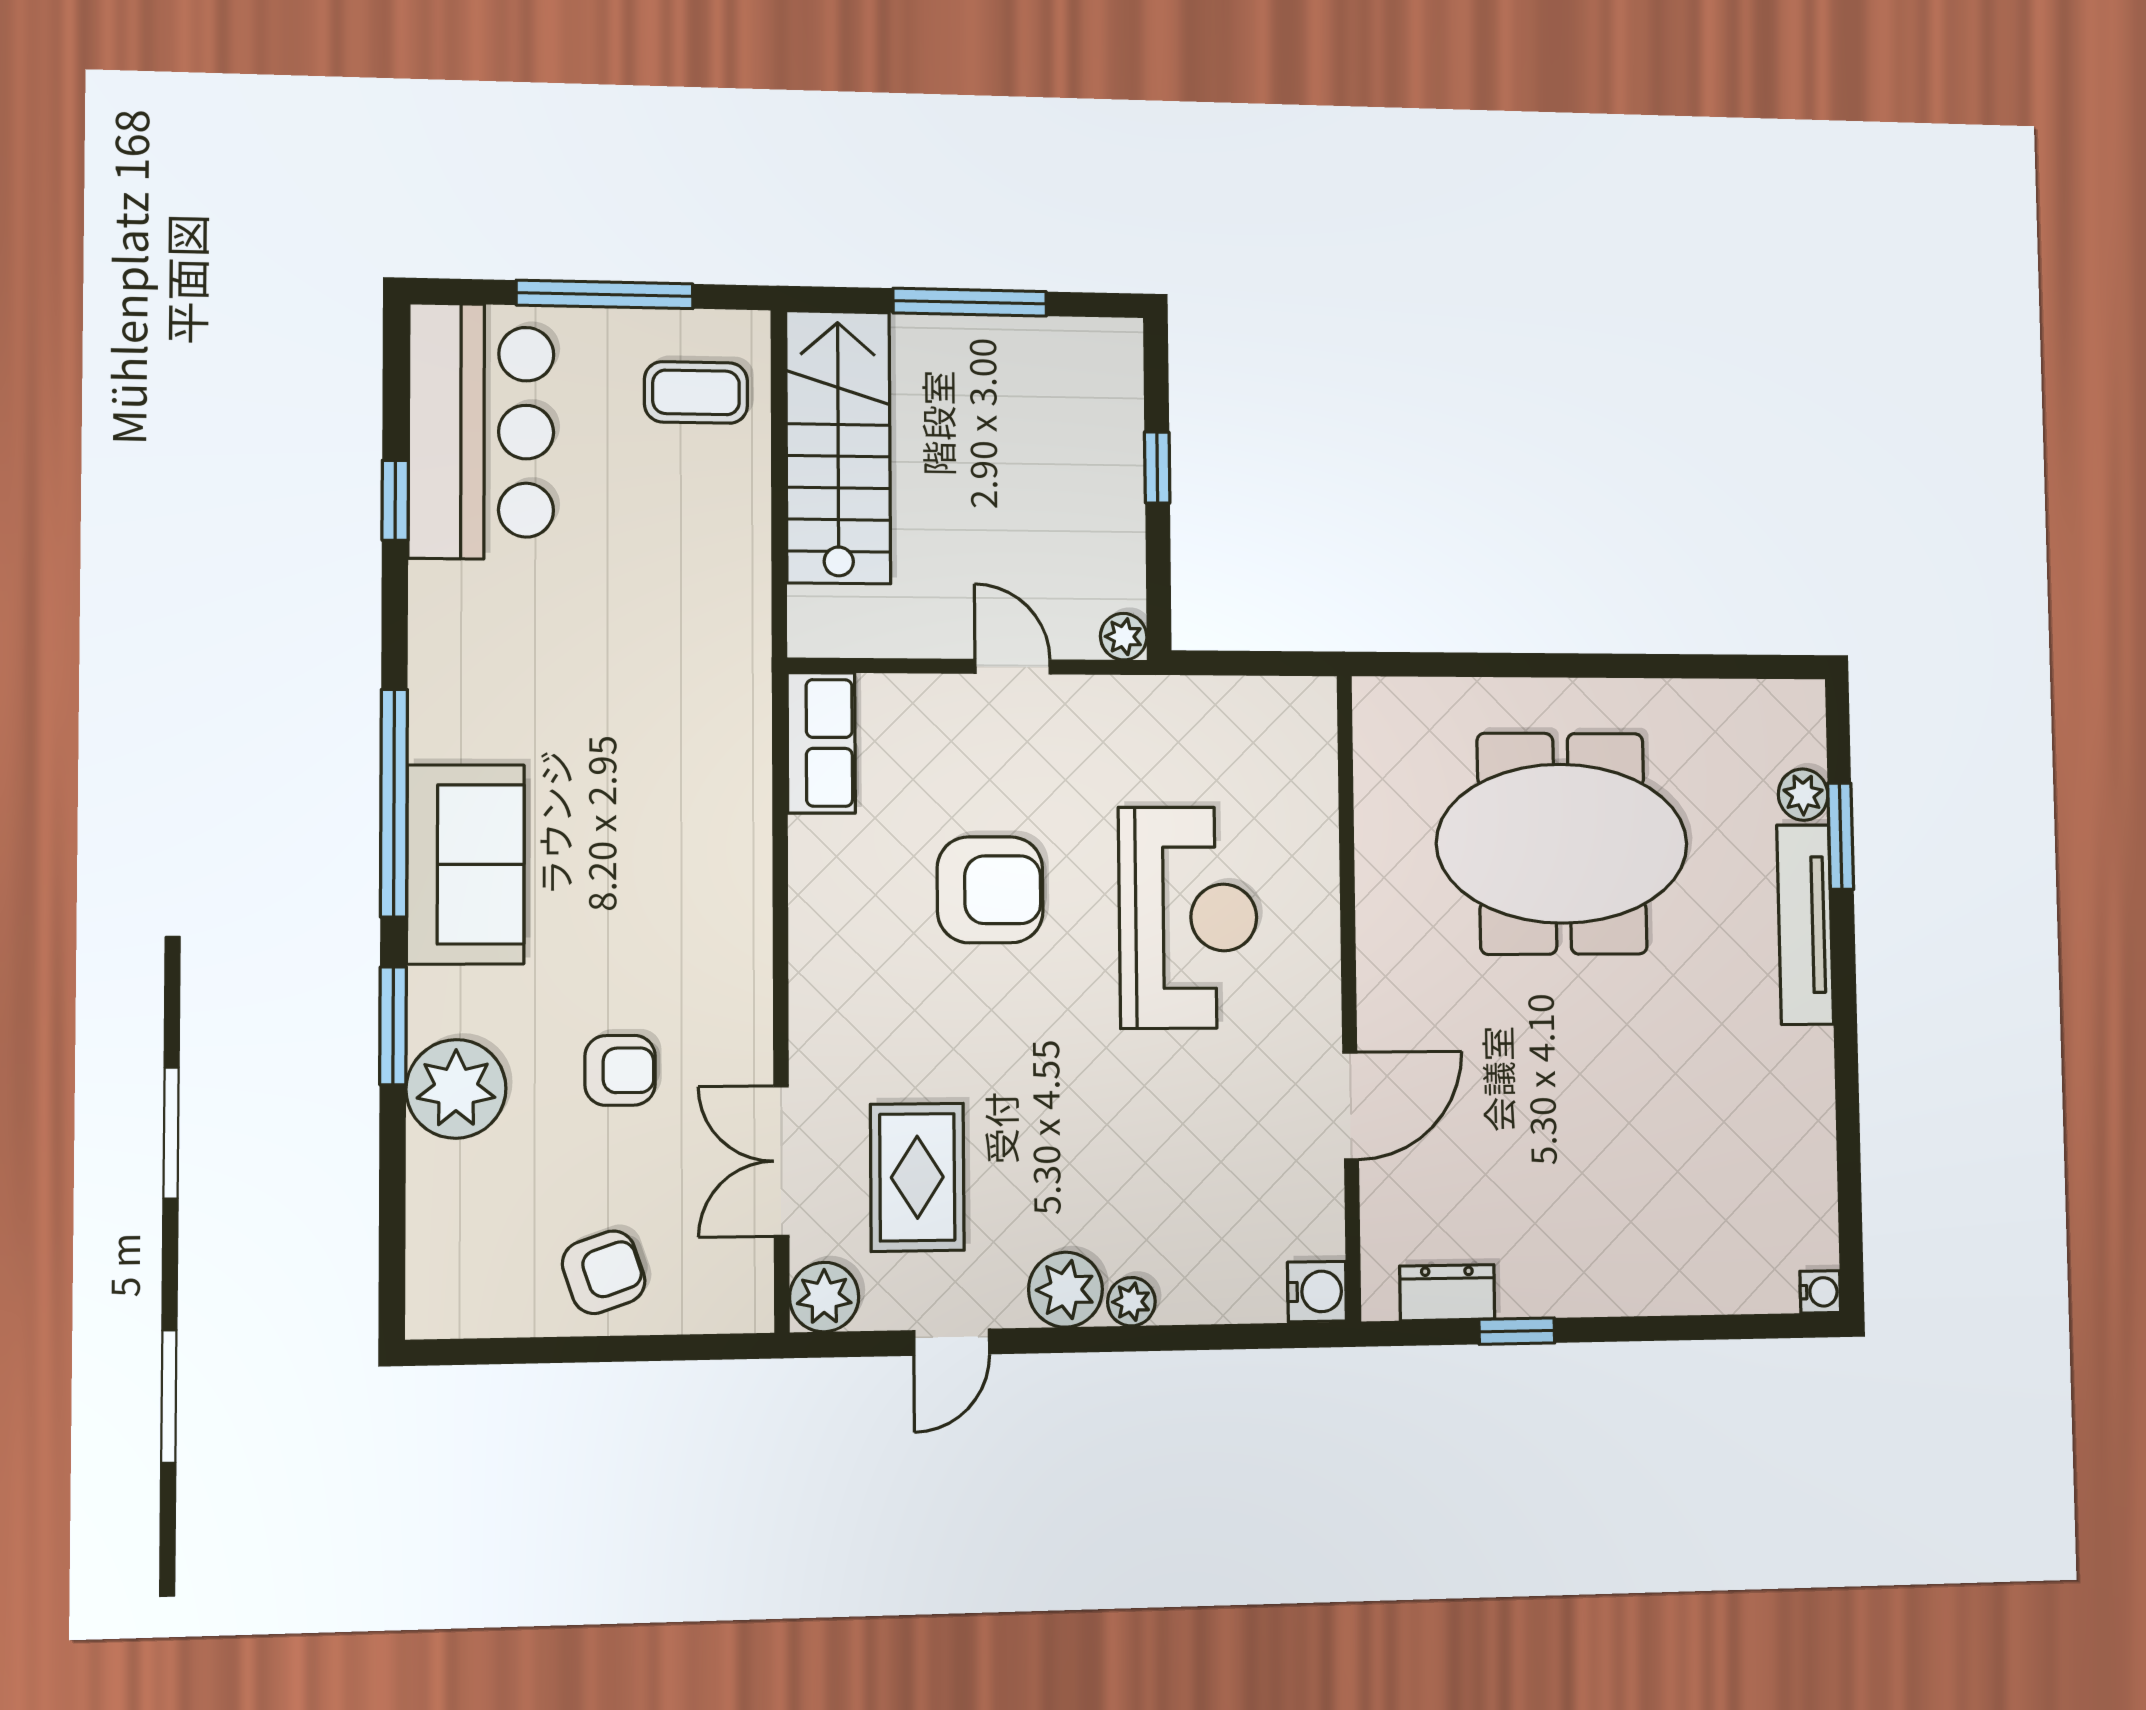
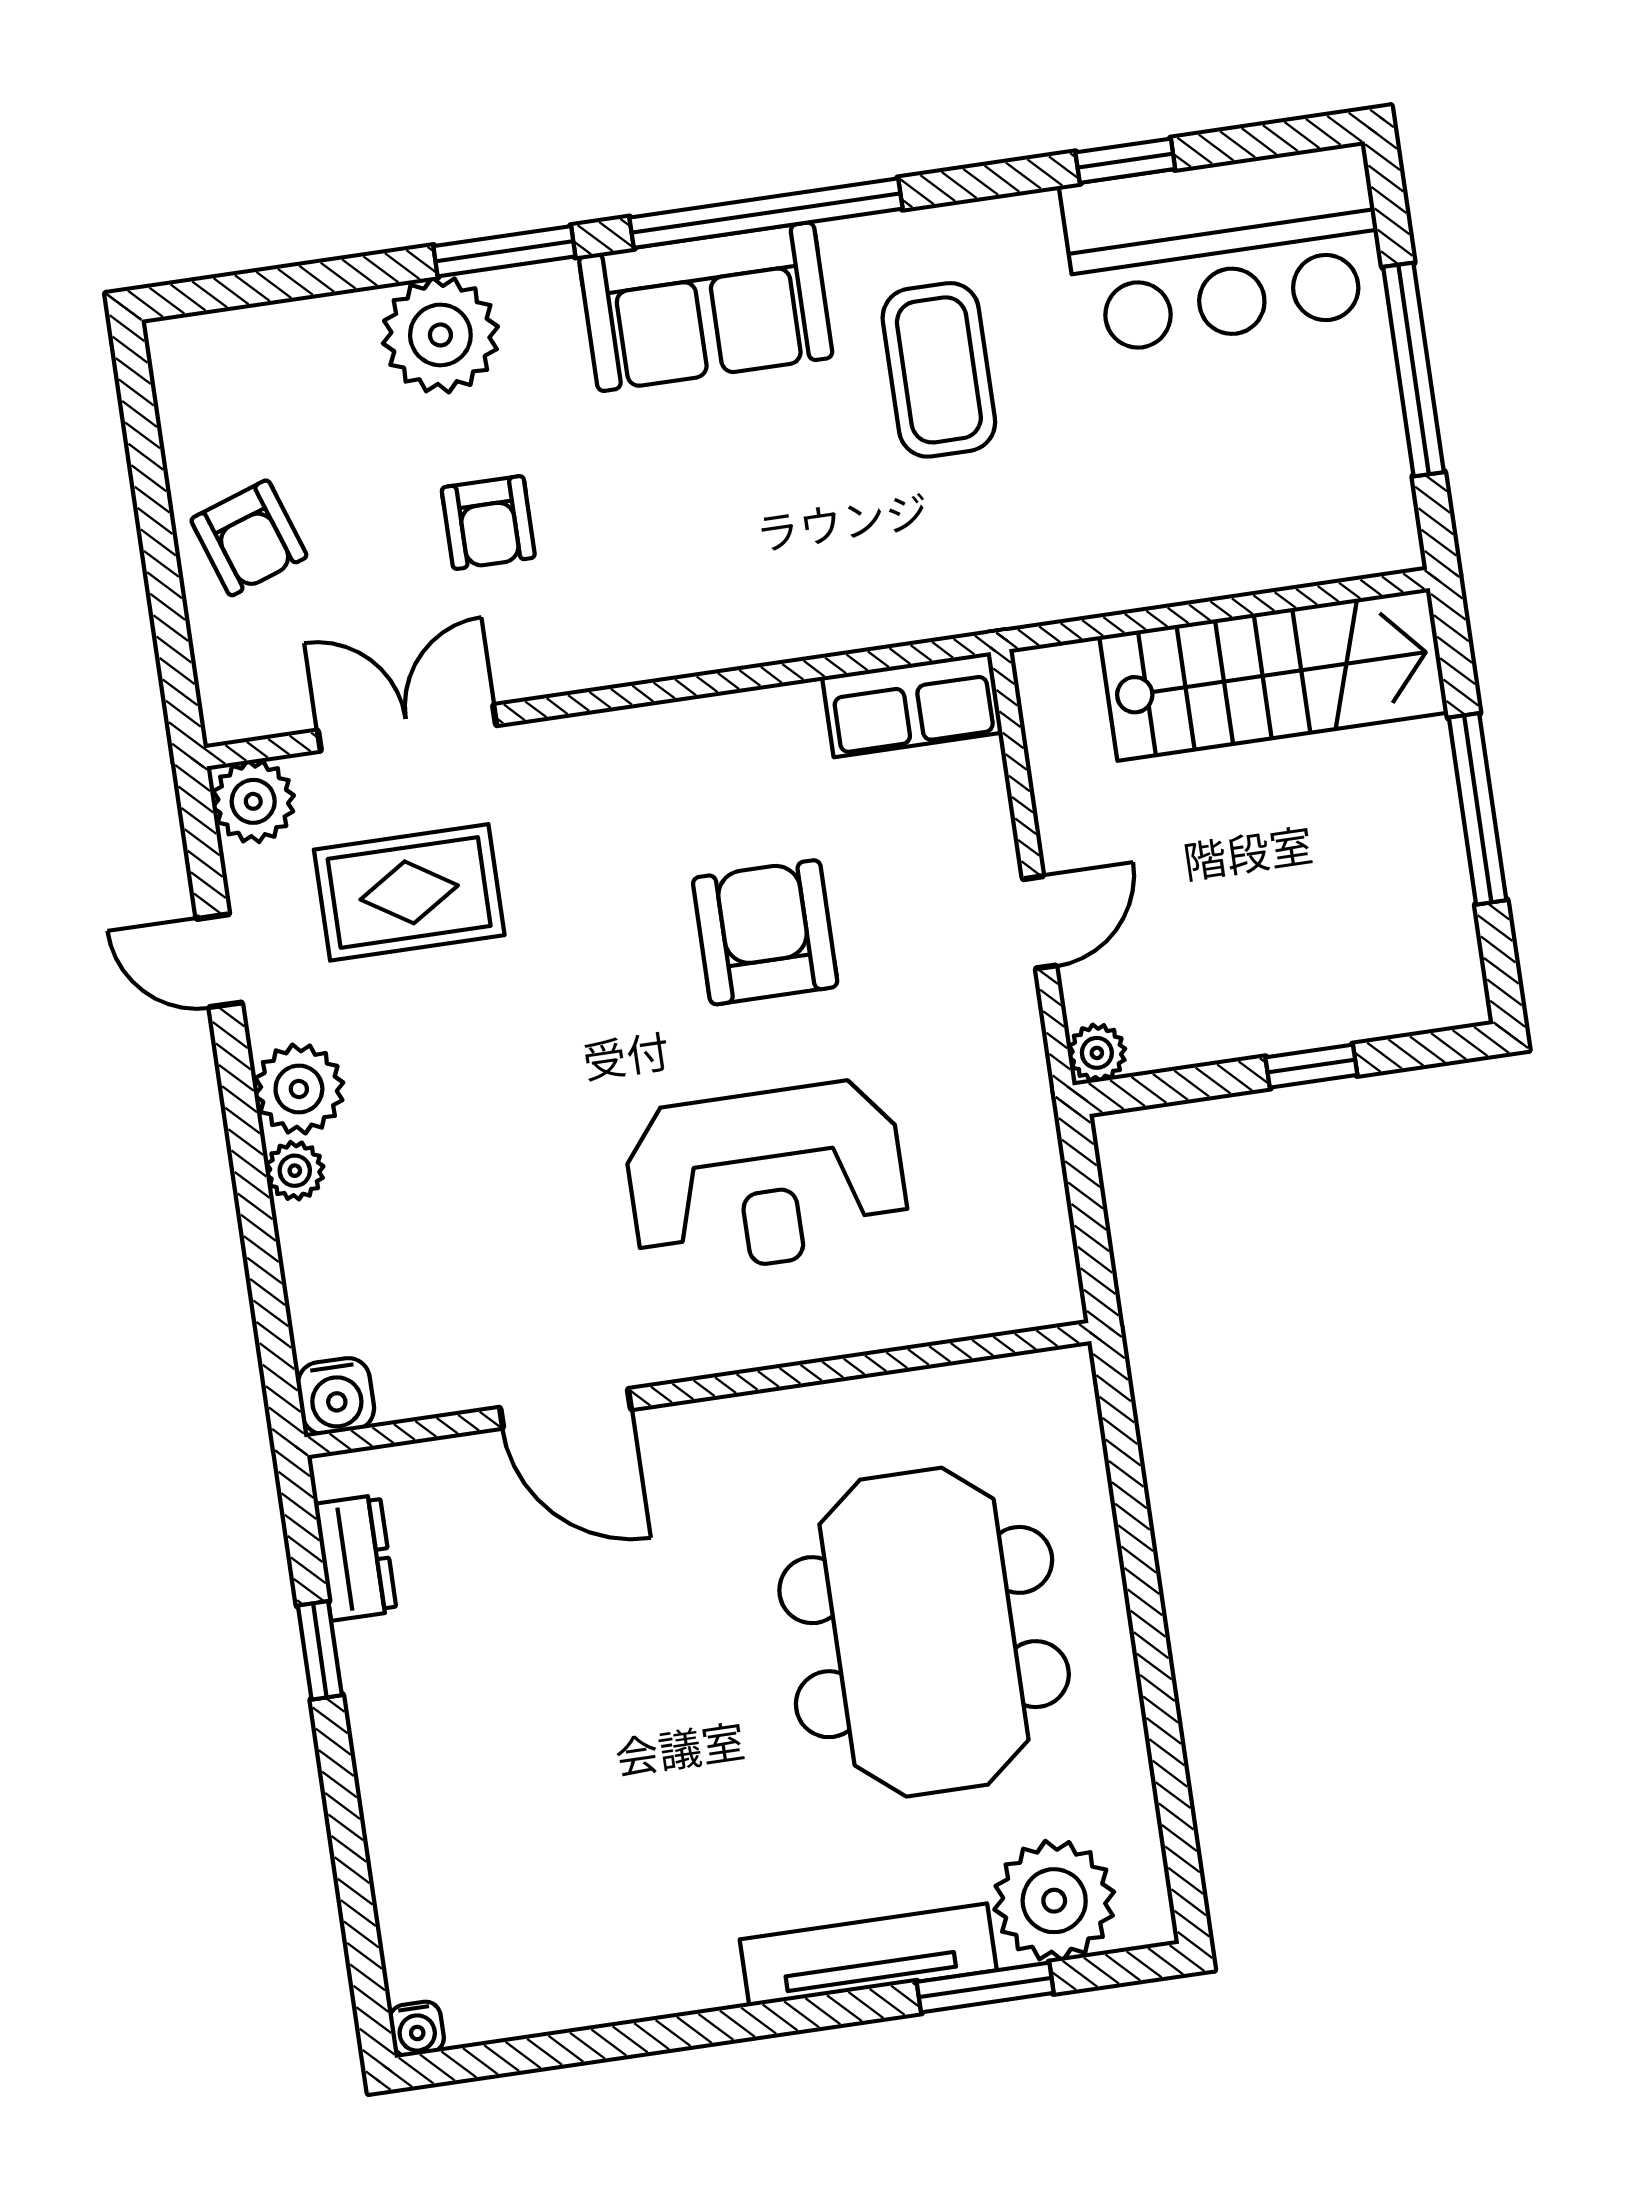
coffee table: (696, 392) -> (939, 370), moved, width x1.36, depth x1.30
plant: (1803, 795) -> (1054, 1901), width x1.88, depth x1.88
armchair: (990, 890) -> (765, 932), turned 180

